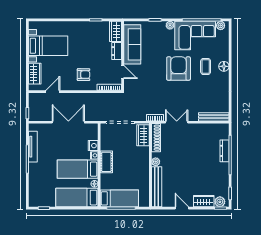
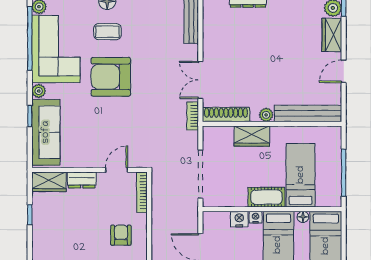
sofa: (132, 44) -> (46, 132), moved, turned 90
wardrobe: (143, 135) -> (252, 136), moved
bed: (119, 198) -> (301, 175), moved

